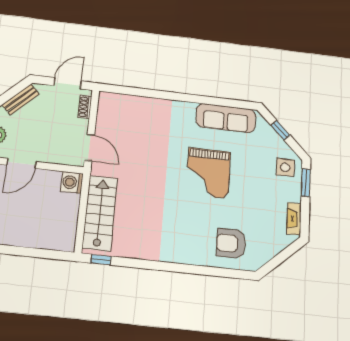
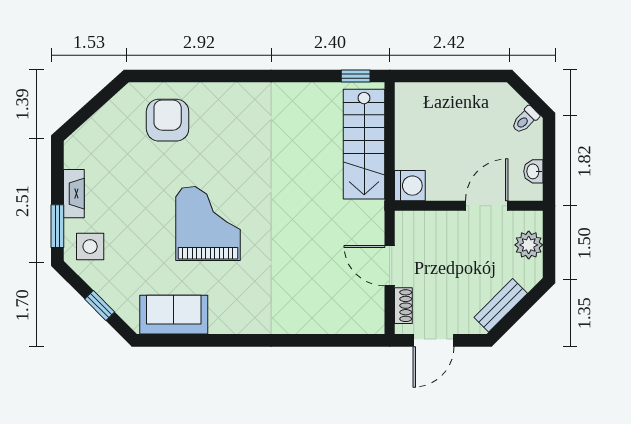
sofa: (226, 118) -> (174, 315), width x0.73
door: (89, 148) -> (390, 266), moved
fireplace: (294, 219) -> (74, 194), moved
armchair: (231, 243) -> (168, 120), turned -90

